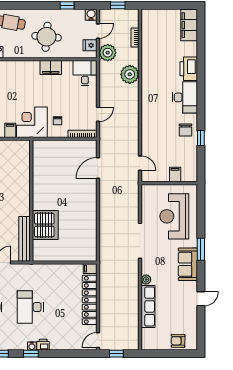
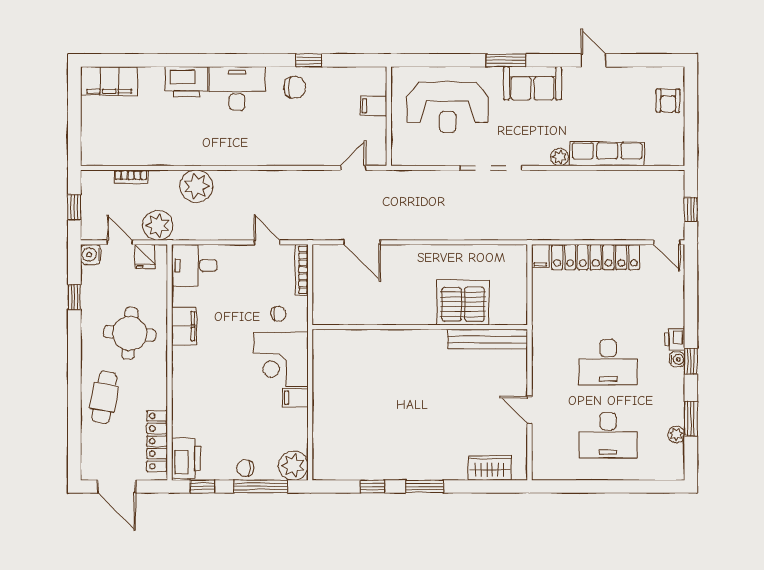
wall: (31, 201) -> (420, 327), moved
server rack: (45, 225) -> (463, 302), moved
bench: (25, 239) -> (487, 339), moved

